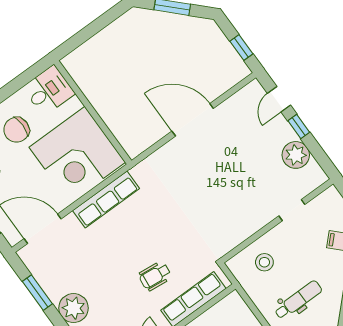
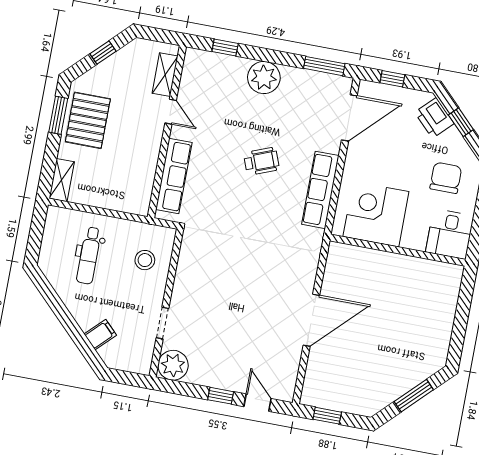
corner desk: (77, 155) -> (376, 214), width x0.74, depth x0.74
plant: (296, 155) -> (173, 365), moved
wheelchair: (155, 276) -> (262, 161), moved, turned 63
window: (37, 293) -> (324, 66), moved

